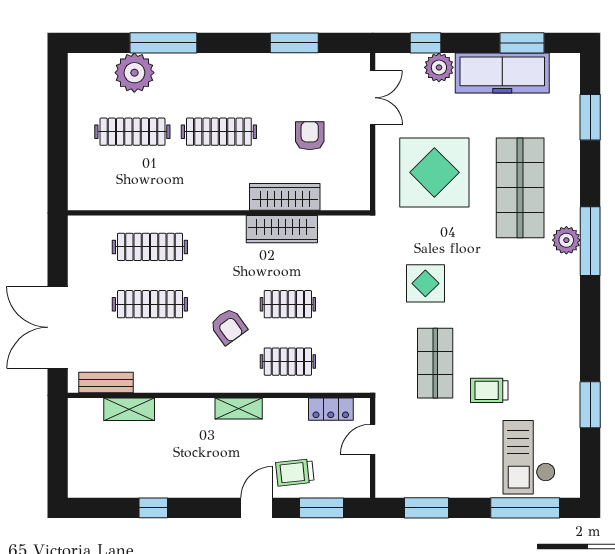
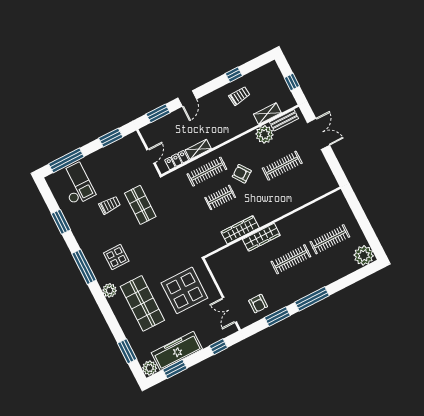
window: (163, 43) -> (312, 299), moved
plant: (439, 67) -> (150, 368), moved
plant: (134, 73) -> (364, 255), moved
armchair: (310, 136) -> (258, 304), moved
wardrobe: (285, 197) -> (261, 237), moved
window: (590, 241) -> (84, 267), moved
clothes rail: (150, 247) -> (295, 191), removed
display table: (425, 283) -> (116, 257), moved
double door: (58, 327) -> (318, 134), width x0.73
clothes rail: (288, 362) -> (207, 172), width x1.36
plant: (153, 375) -> (265, 134), added
shelving: (239, 409) -> (198, 149), moved
window: (58, 443) -> (292, 82), added
trolley: (295, 472) -> (239, 96), moved

